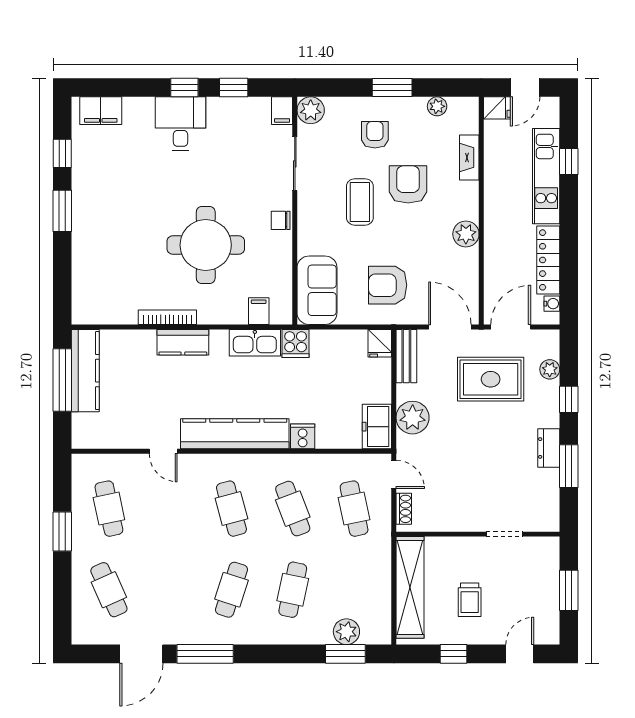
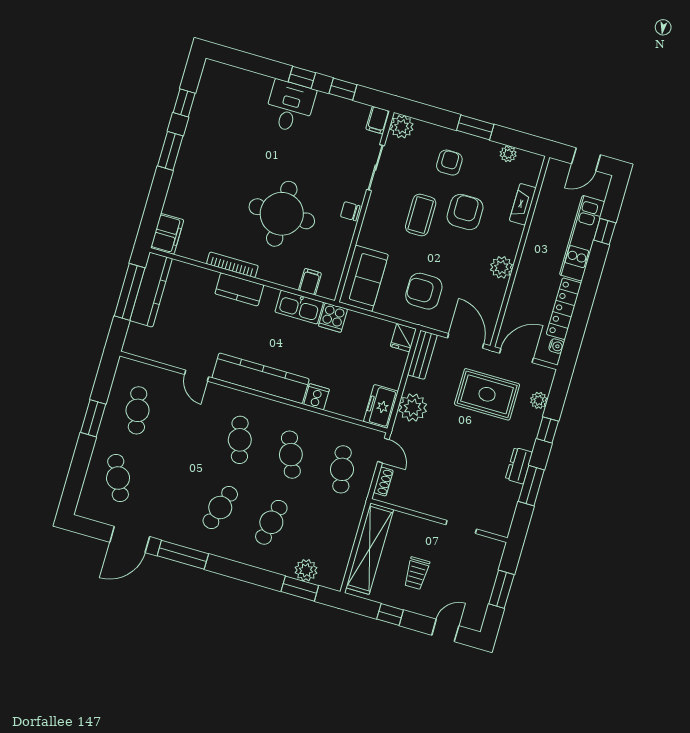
fridge: (497, 108) -> (558, 170), removed
filing cabinet: (101, 111) -> (167, 234), moved, turned -90

